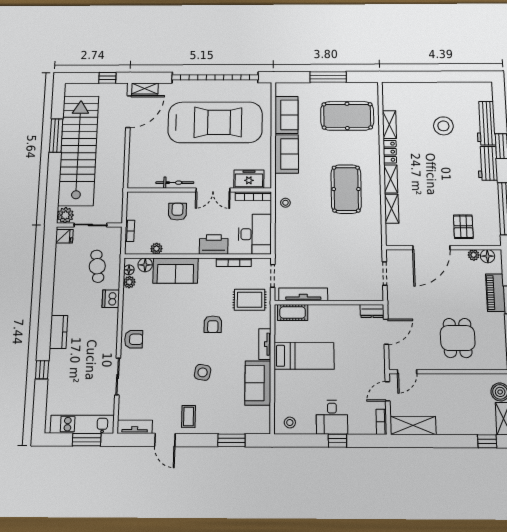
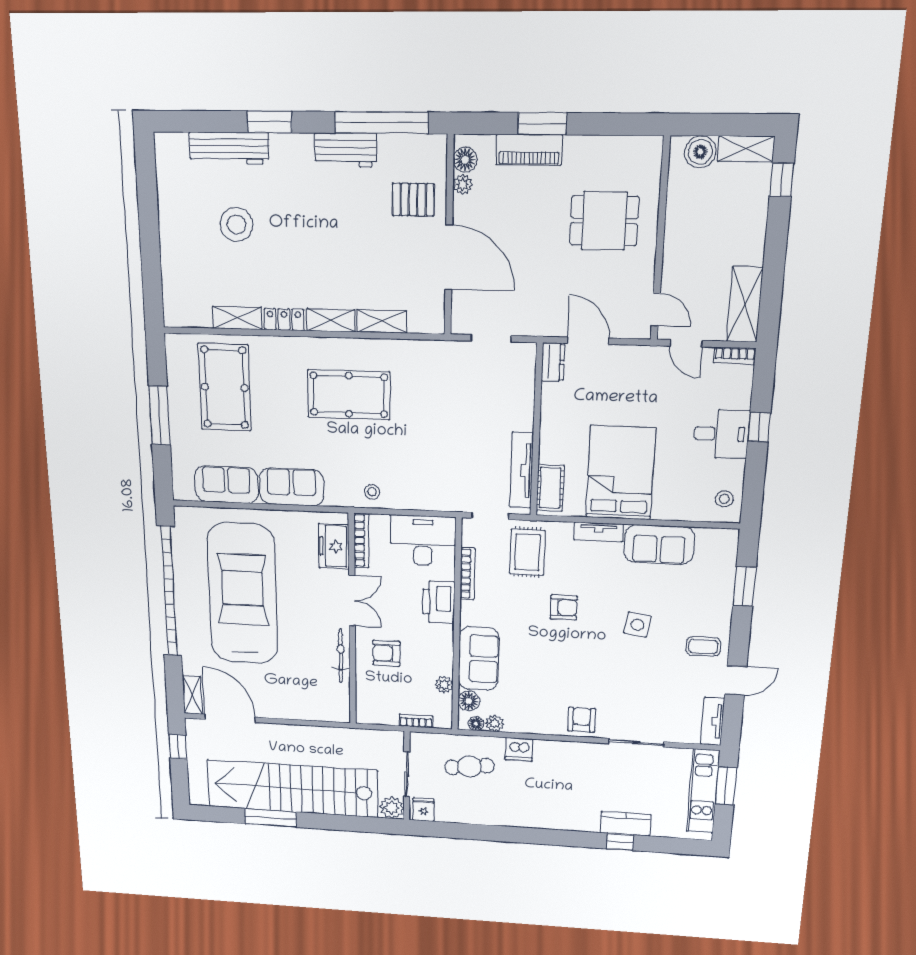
workbench: (487, 163) -> (346, 150), moved
kitchen counter: (58, 332) -> (626, 824), moved
bed: (304, 356) -> (620, 473), width x1.50

